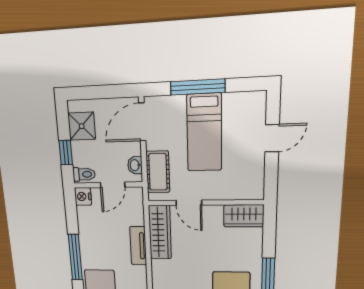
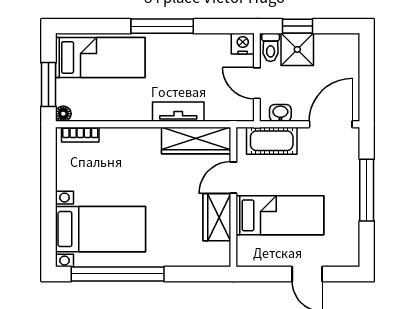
door: (142, 122) -> (331, 124), hinge flipped
shower: (82, 126) -> (297, 49), moved
bed: (204, 133) -> (280, 215), moved, turned 180
wardrobe: (244, 216) -> (217, 217), moved

